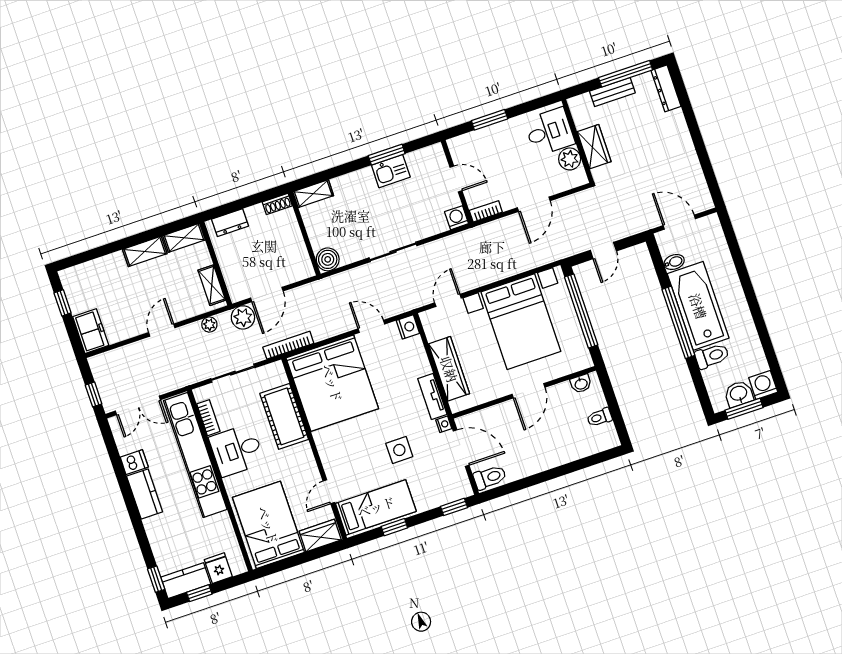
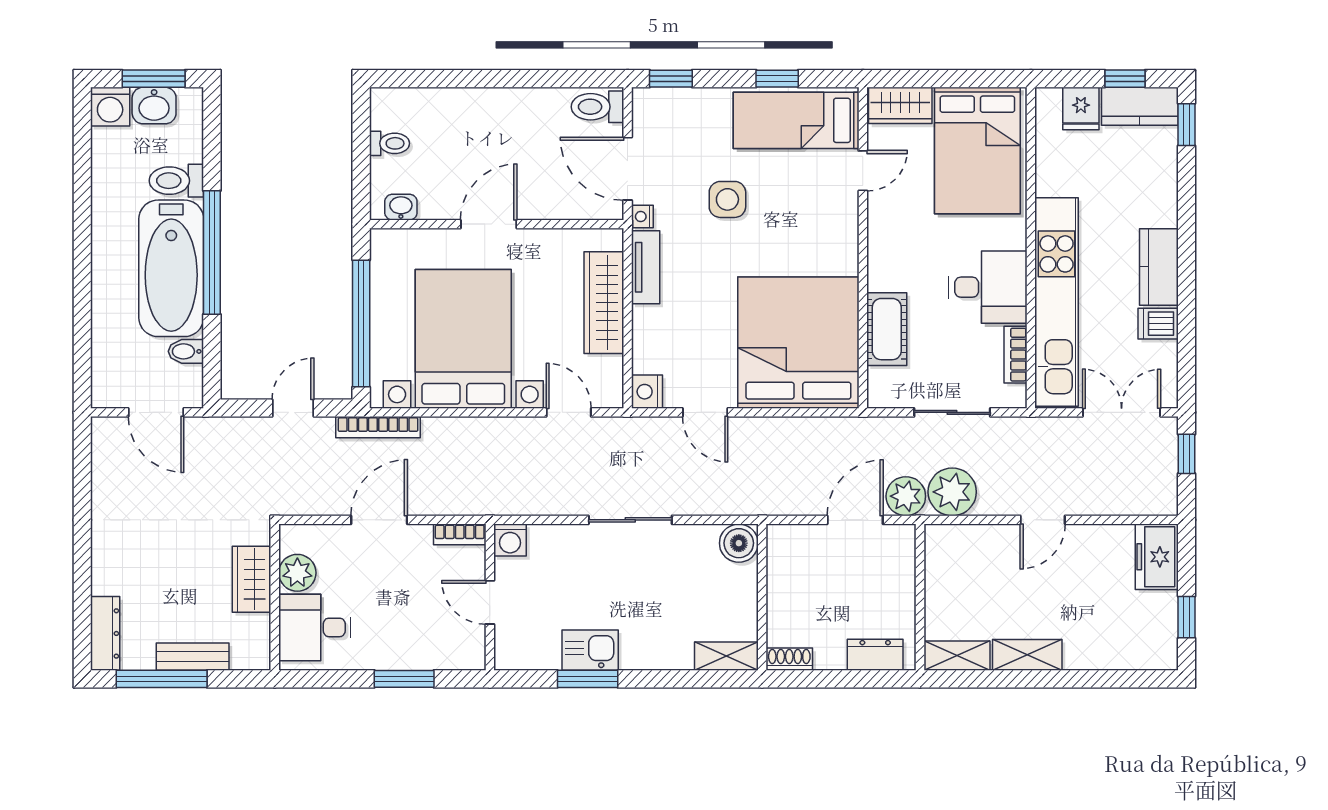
shelving: (212, 285) -> (938, 565), removed
door: (448, 300) -> (569, 412), swing flipped
plant: (209, 325) -> (952, 492), width x1.88, depth x1.88
bookcase: (288, 345) -> (378, 427), moved
cot: (284, 416) -> (887, 329), width x0.73, depth x0.75

